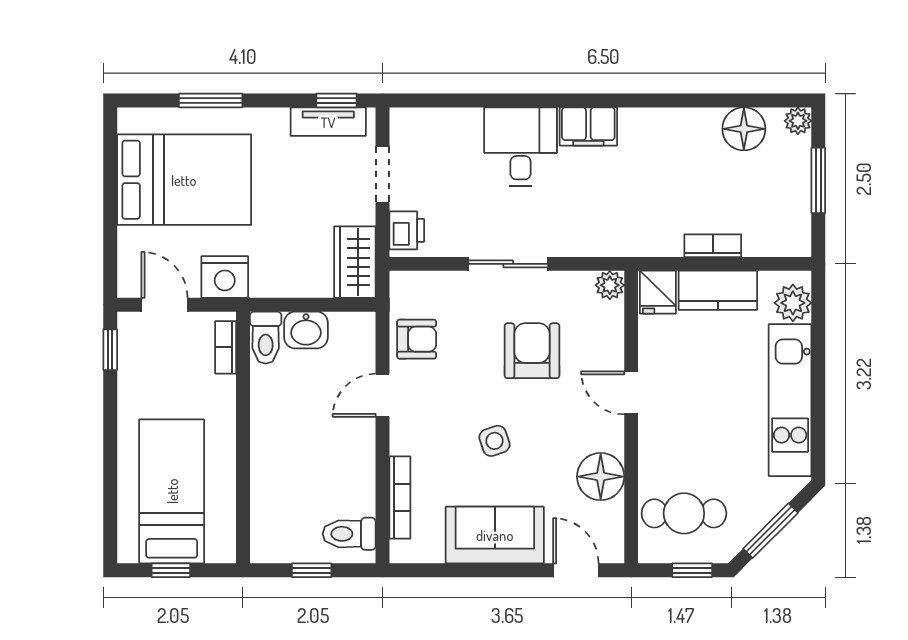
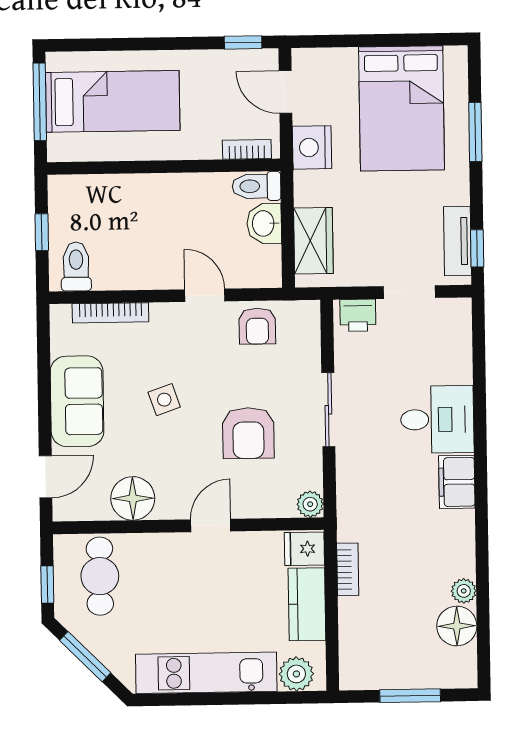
plant: (798, 121) -> (464, 591), moved
bookcase: (713, 246) -> (348, 569), moved
wardrobe: (355, 262) -> (313, 241), moved, turned 90
door: (164, 305) -> (286, 92), swing flipped
armchair: (532, 351) -> (248, 433), turned 90
window: (171, 570) -> (40, 102), width x2.17

